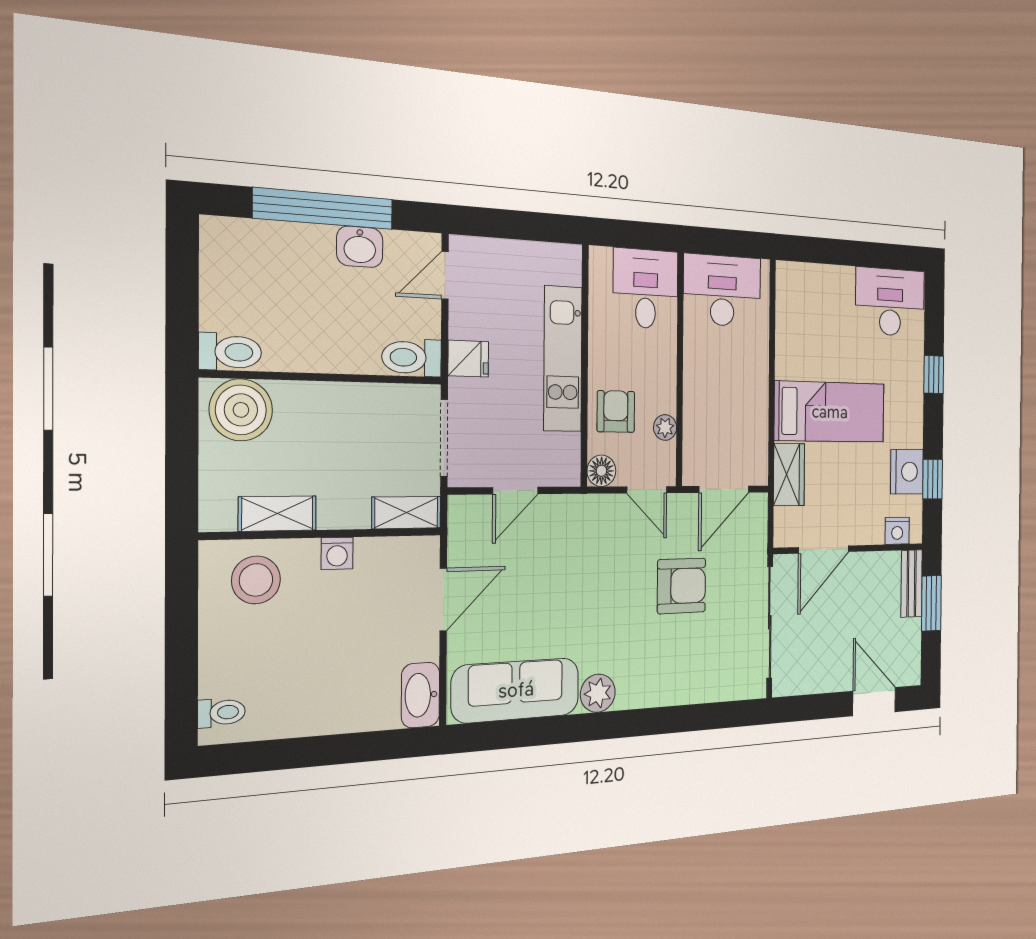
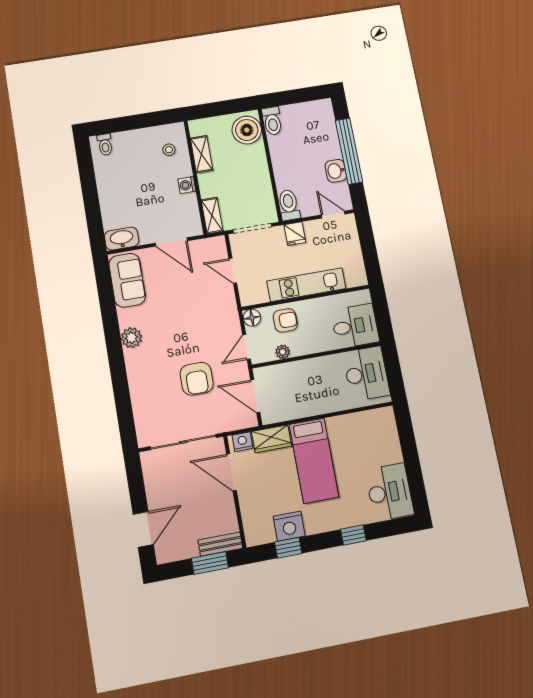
nightstand: (897, 531) -> (242, 442), moved, turned 90
stool: (256, 580) -> (169, 150), width x0.53, depth x0.53
sofa: (516, 690) -> (127, 280), width x0.73

